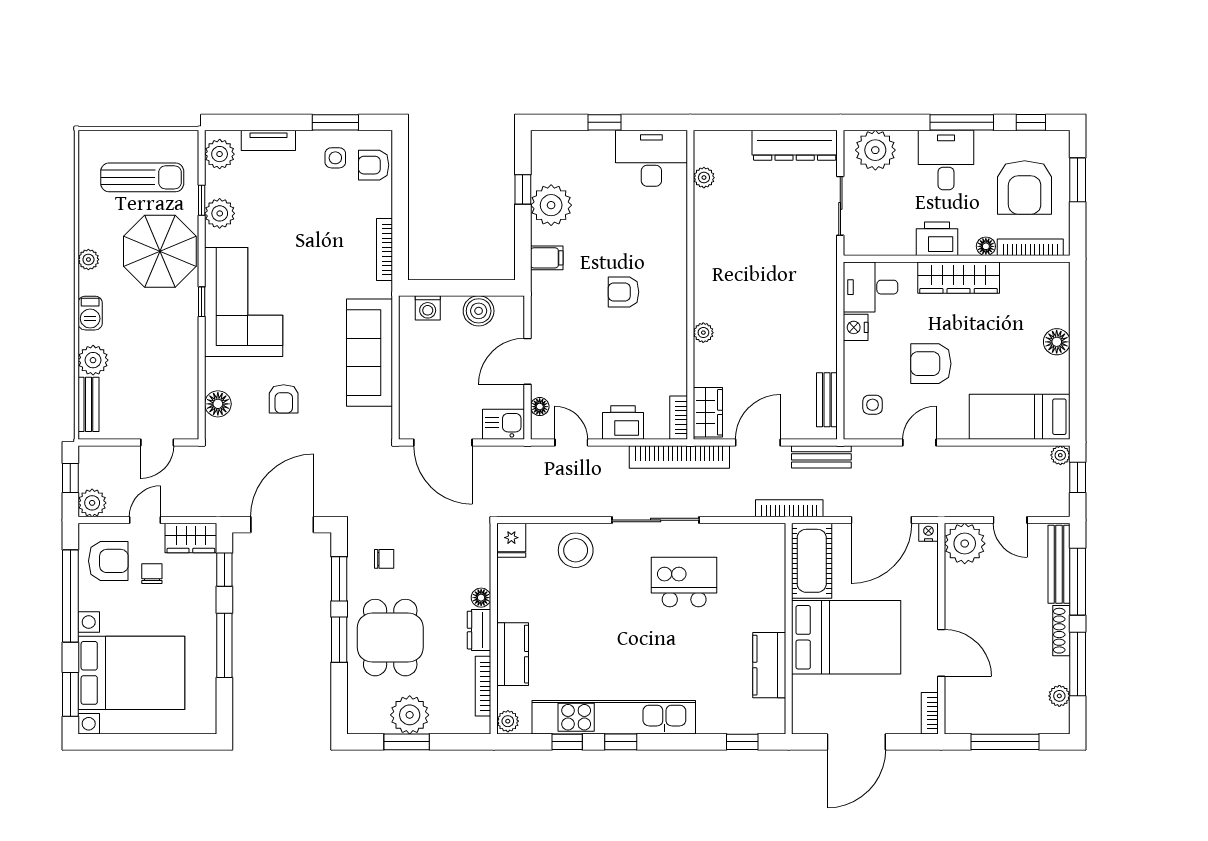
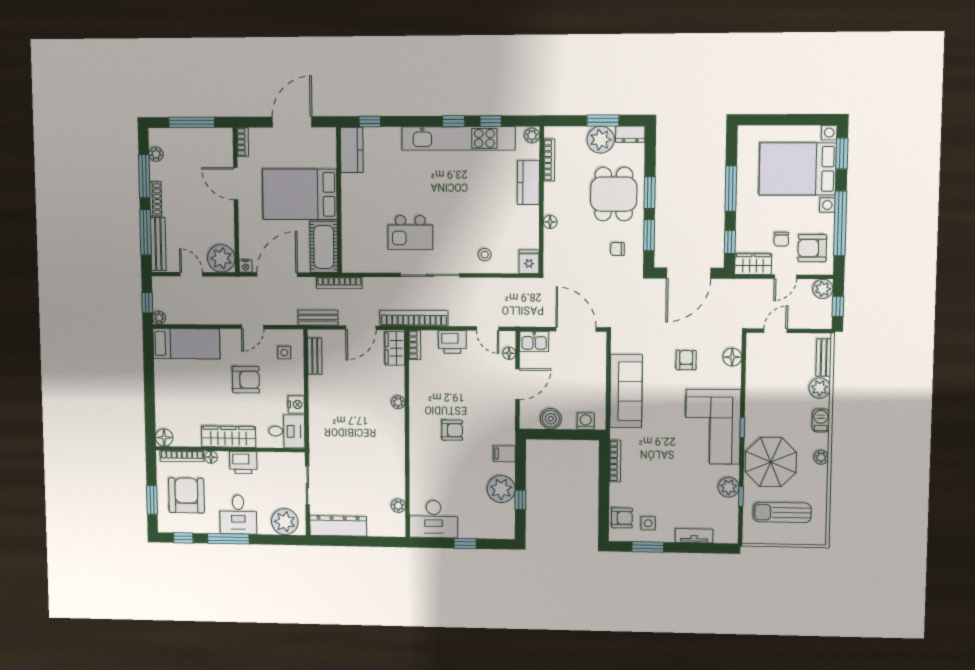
plant: (220, 154) -> (728, 527), removed
floor lamp: (1057, 342) -> (164, 437), moved
stool: (576, 550) -> (485, 255), width x0.53, depth x0.53
dresser: (479, 630) -> (630, 134), moved, turned 90
kitchen counter: (769, 665) -> (352, 150), moved

